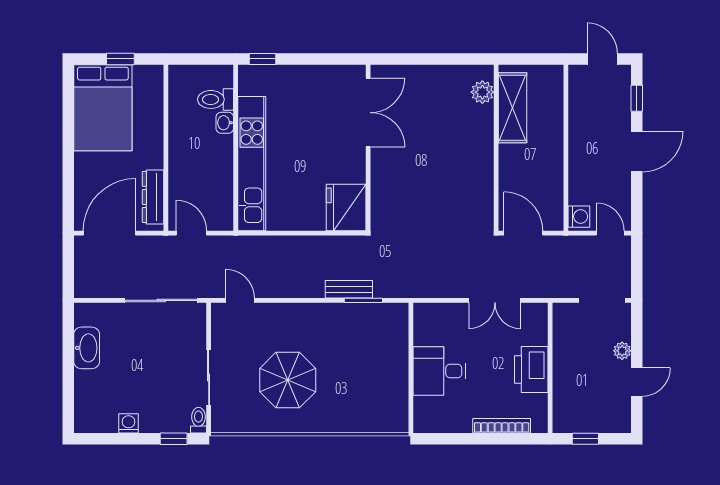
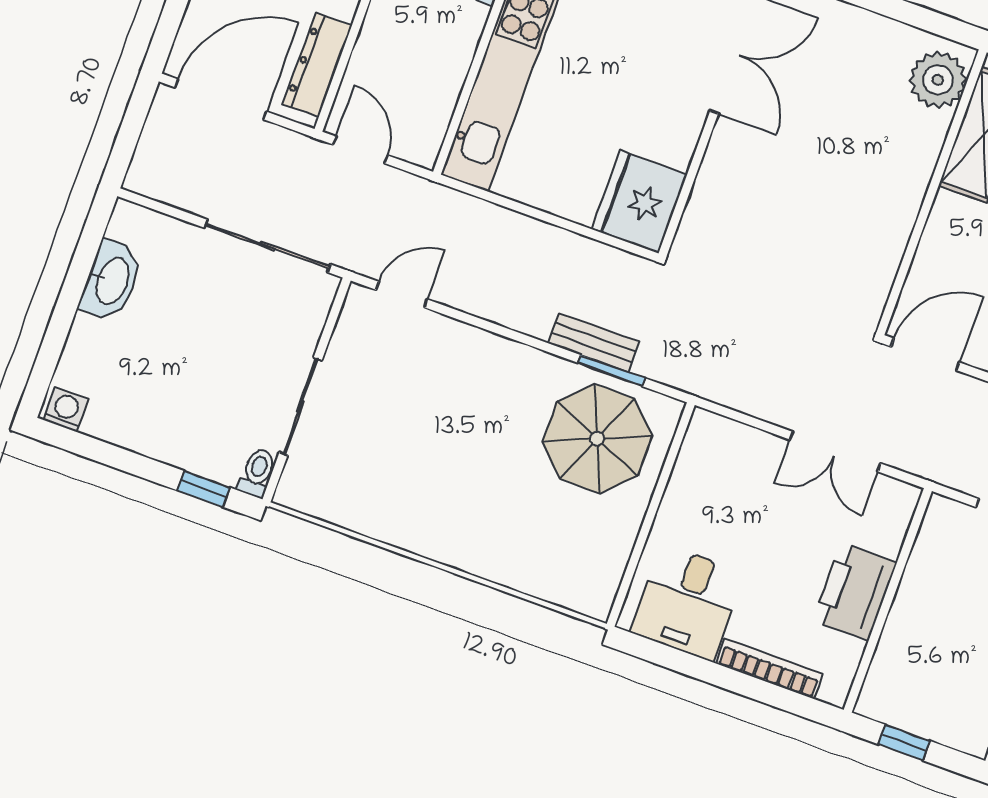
plant: (482, 92) -> (938, 80), width x1.36, depth x1.36
door: (523, 233) -> (925, 354), hinge flipped
door: (240, 300) -> (402, 295), hinge flipped
desk: (439, 371) -> (688, 602), moved, turned -90
parasol: (288, 380) -> (597, 439), moved
washing machine: (128, 423) -> (66, 409), moved

